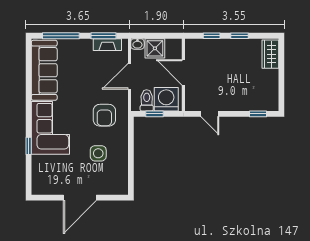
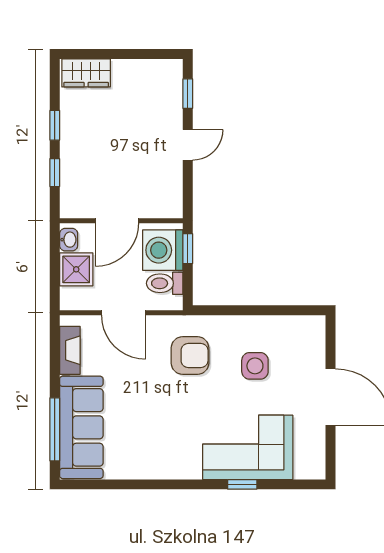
window: (104, 36) -> (55, 357), removed
washbasin: (137, 44) -> (69, 240), moved
sofa: (44, 70) -> (81, 427), moved, turned 90
window: (155, 114) -> (188, 249), moved
door: (210, 114) -> (188, 145), moved
corner sofa: (50, 128) -> (248, 447), moved

